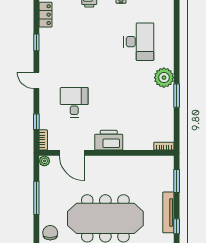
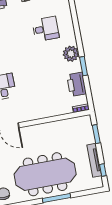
desk: (139, 42) -> (46, 29), width x0.73
printer: (109, 140) -> (77, 84), moved, turned -90

